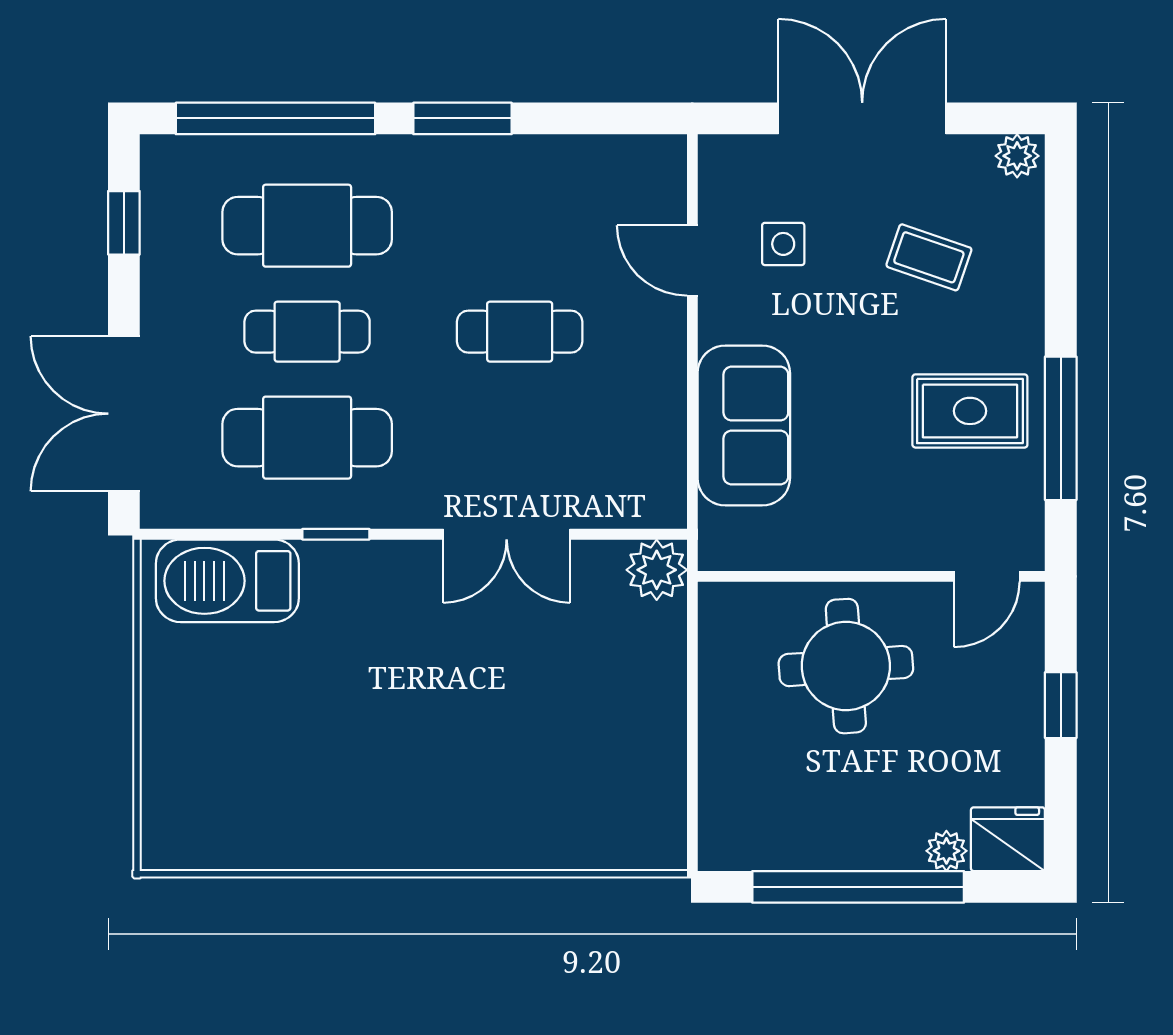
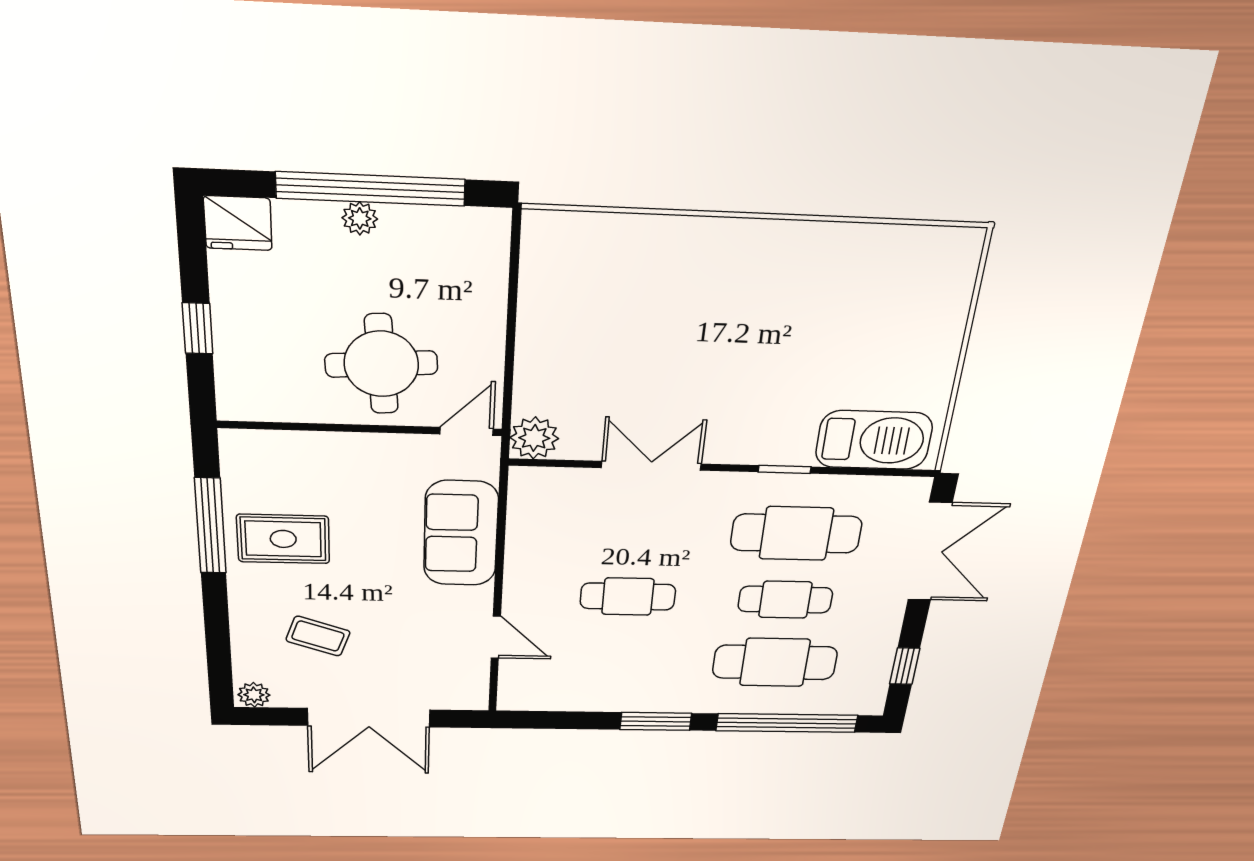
side table: (783, 244) -> (428, 646), removed
door: (987, 576) -> (467, 431), moved
plant: (946, 851) -> (360, 218), moved

